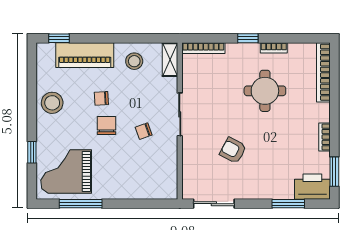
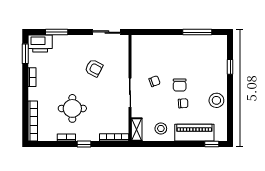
grand piano: (66, 171) -> (207, 54), removed

